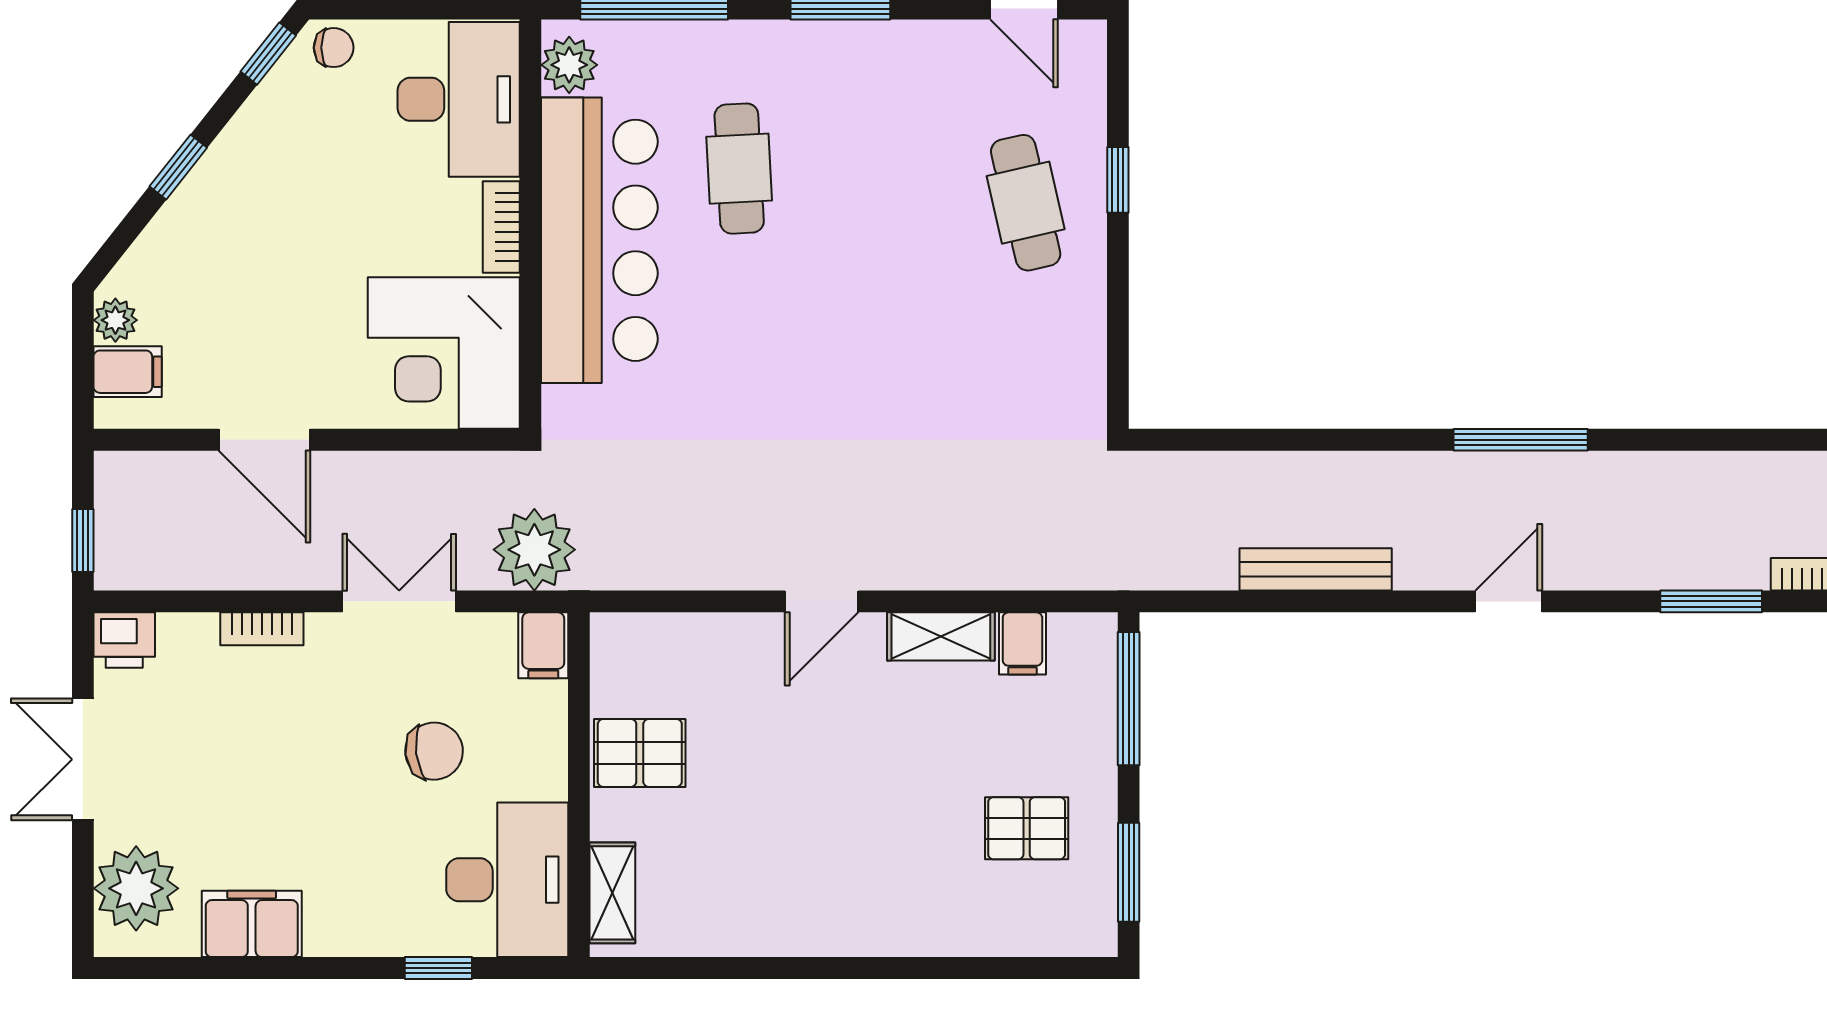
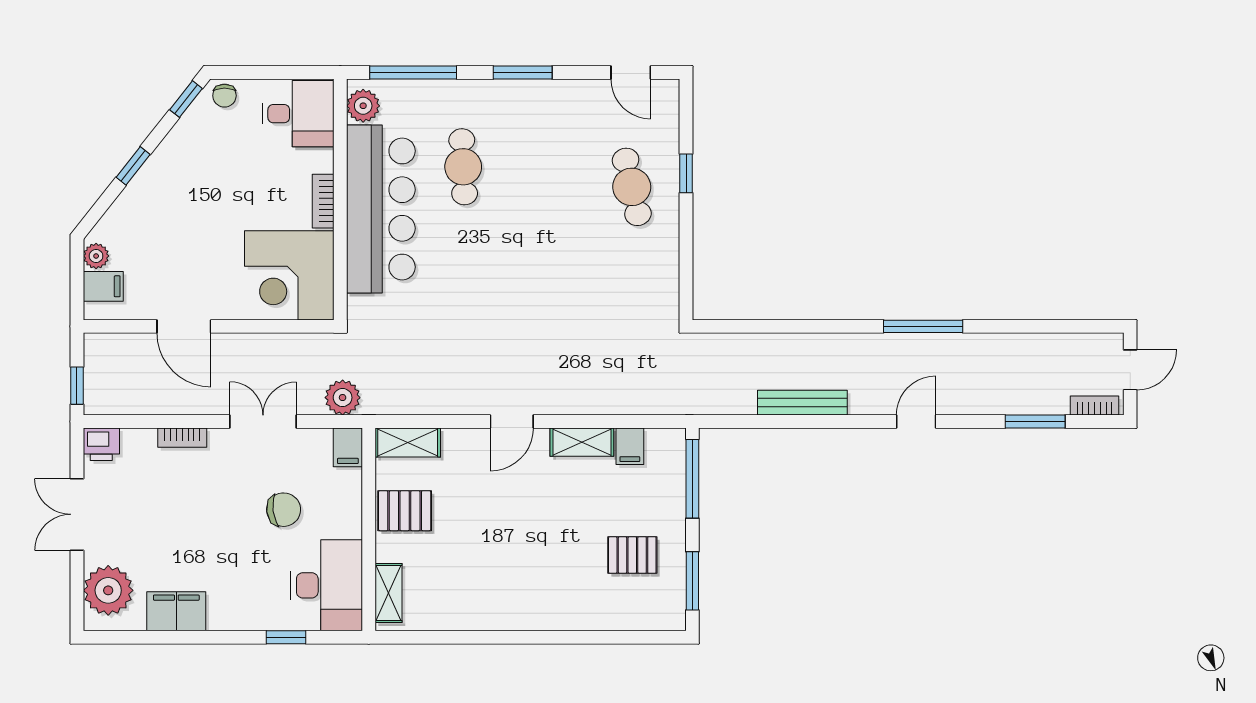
chair: (334, 48) -> (224, 96), turned 90
desk: (459, 99) -> (298, 114), width x0.73
plant: (534, 550) -> (343, 398), width x0.73, depth x0.73
shelving: (645, 637) -> (408, 443), added

